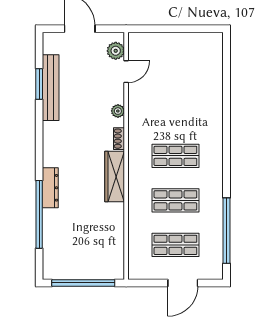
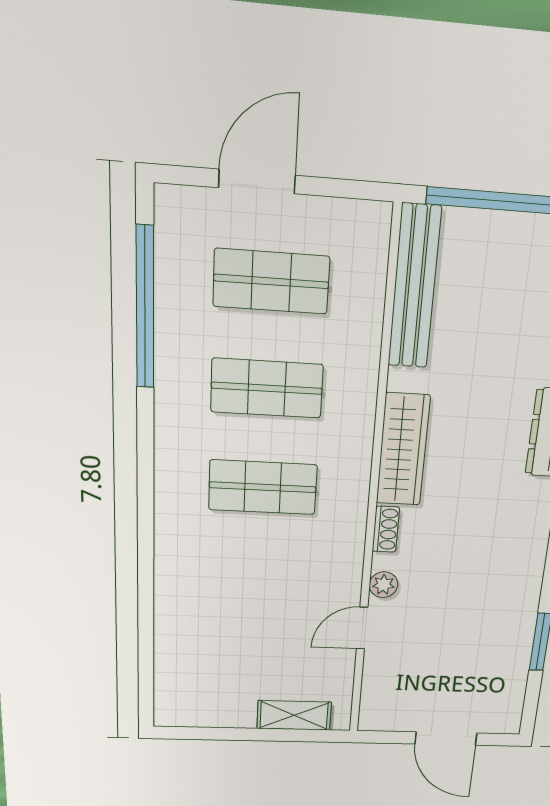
shelving: (156, 40) -> (294, 715), added
plant: (116, 51) -> (378, 698), removed
door: (126, 72) -> (362, 628), moved
bench: (51, 88) -> (414, 287), moved

